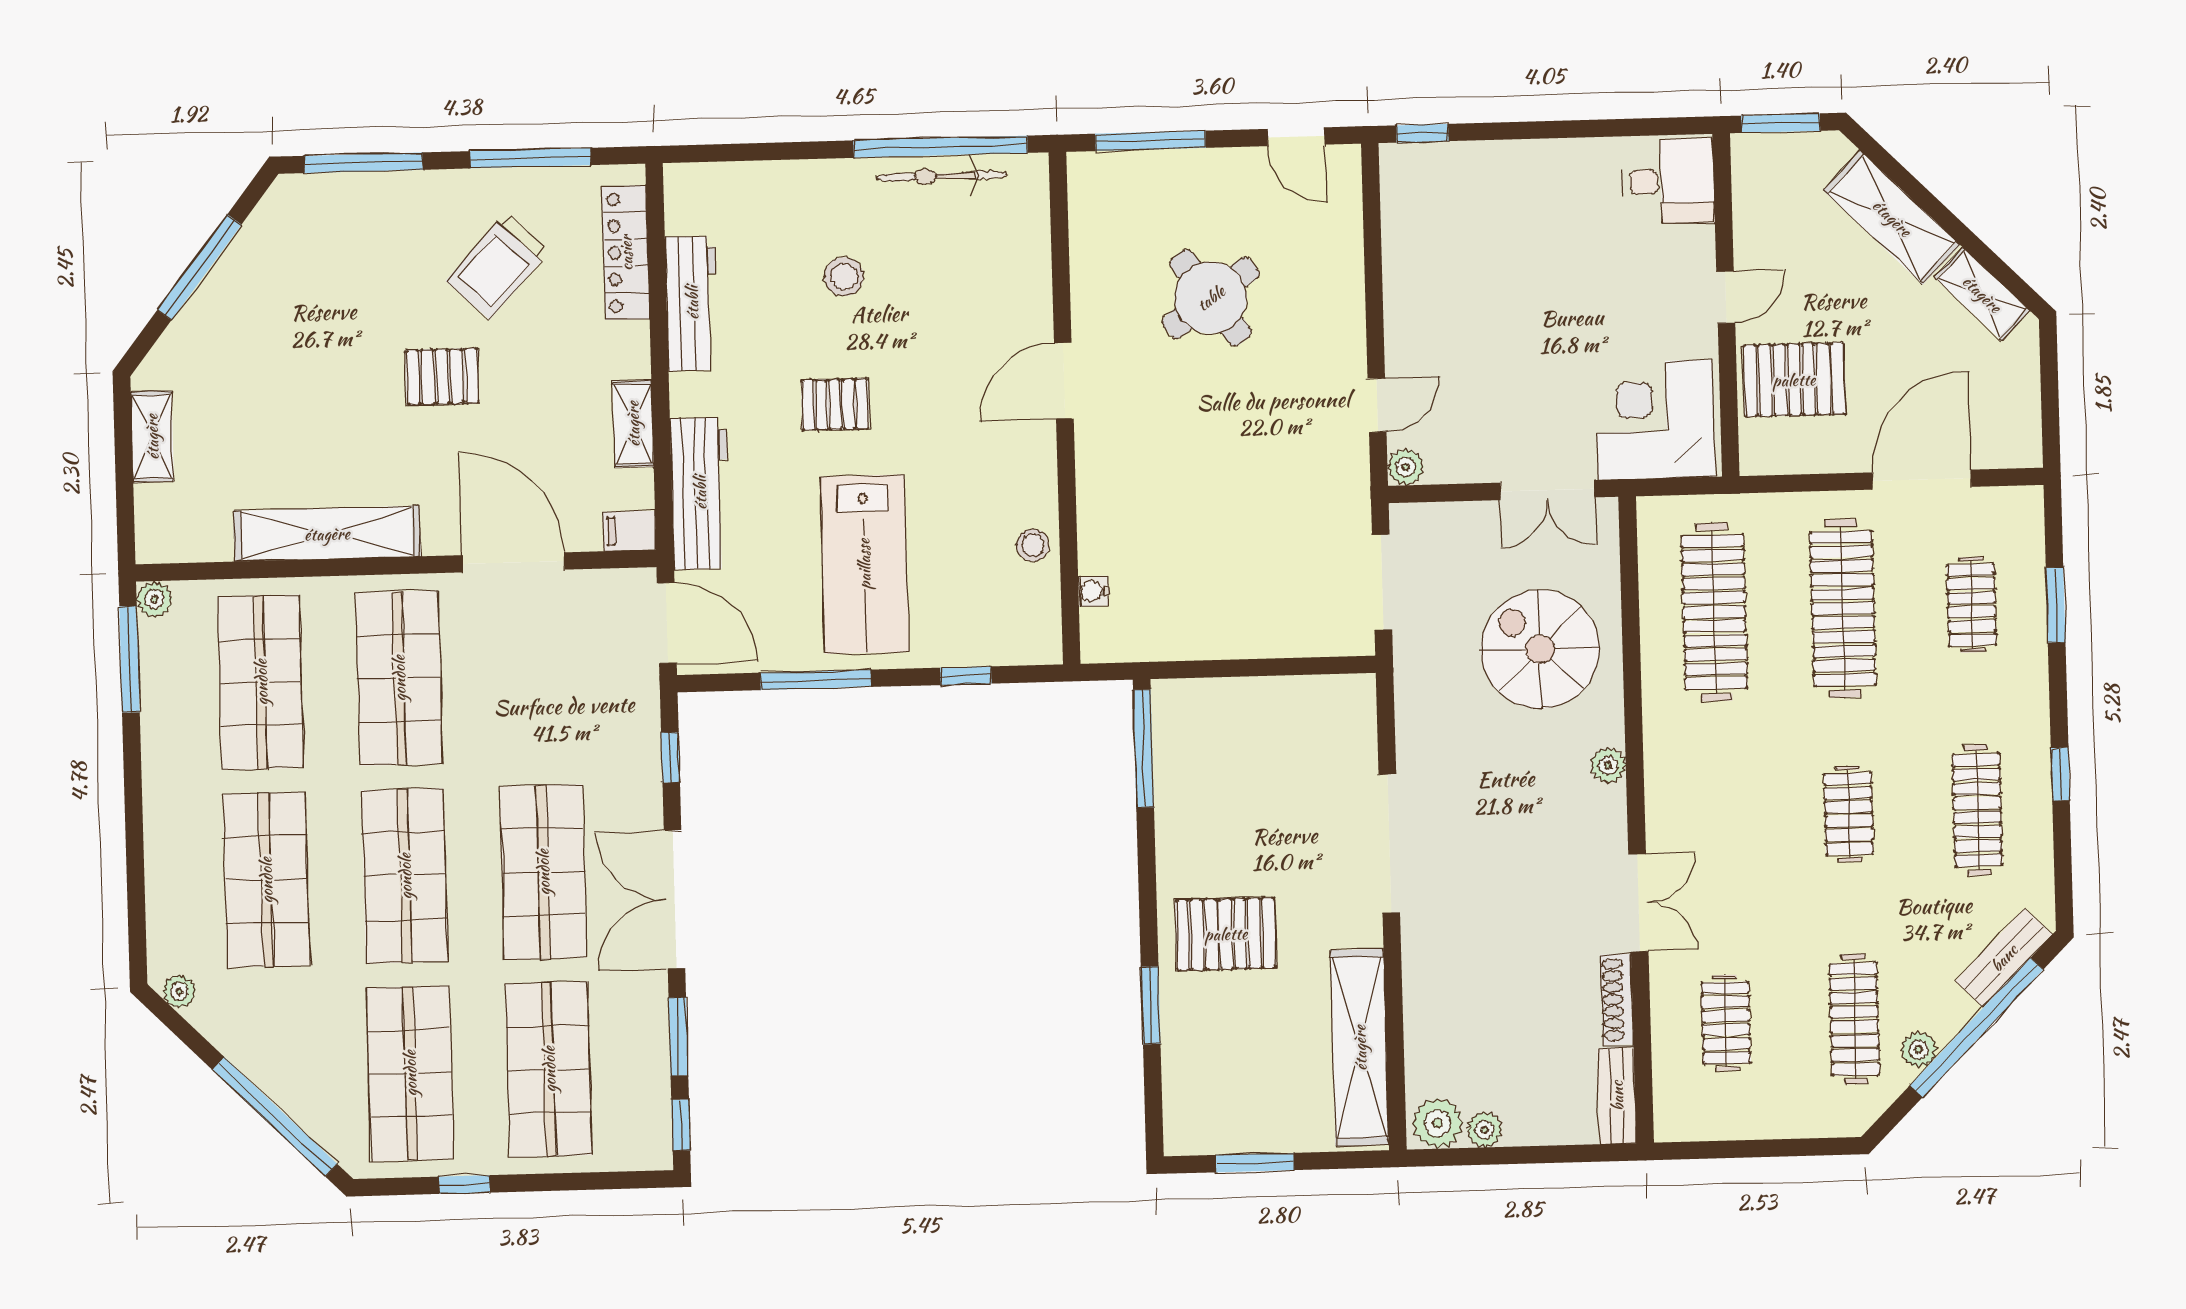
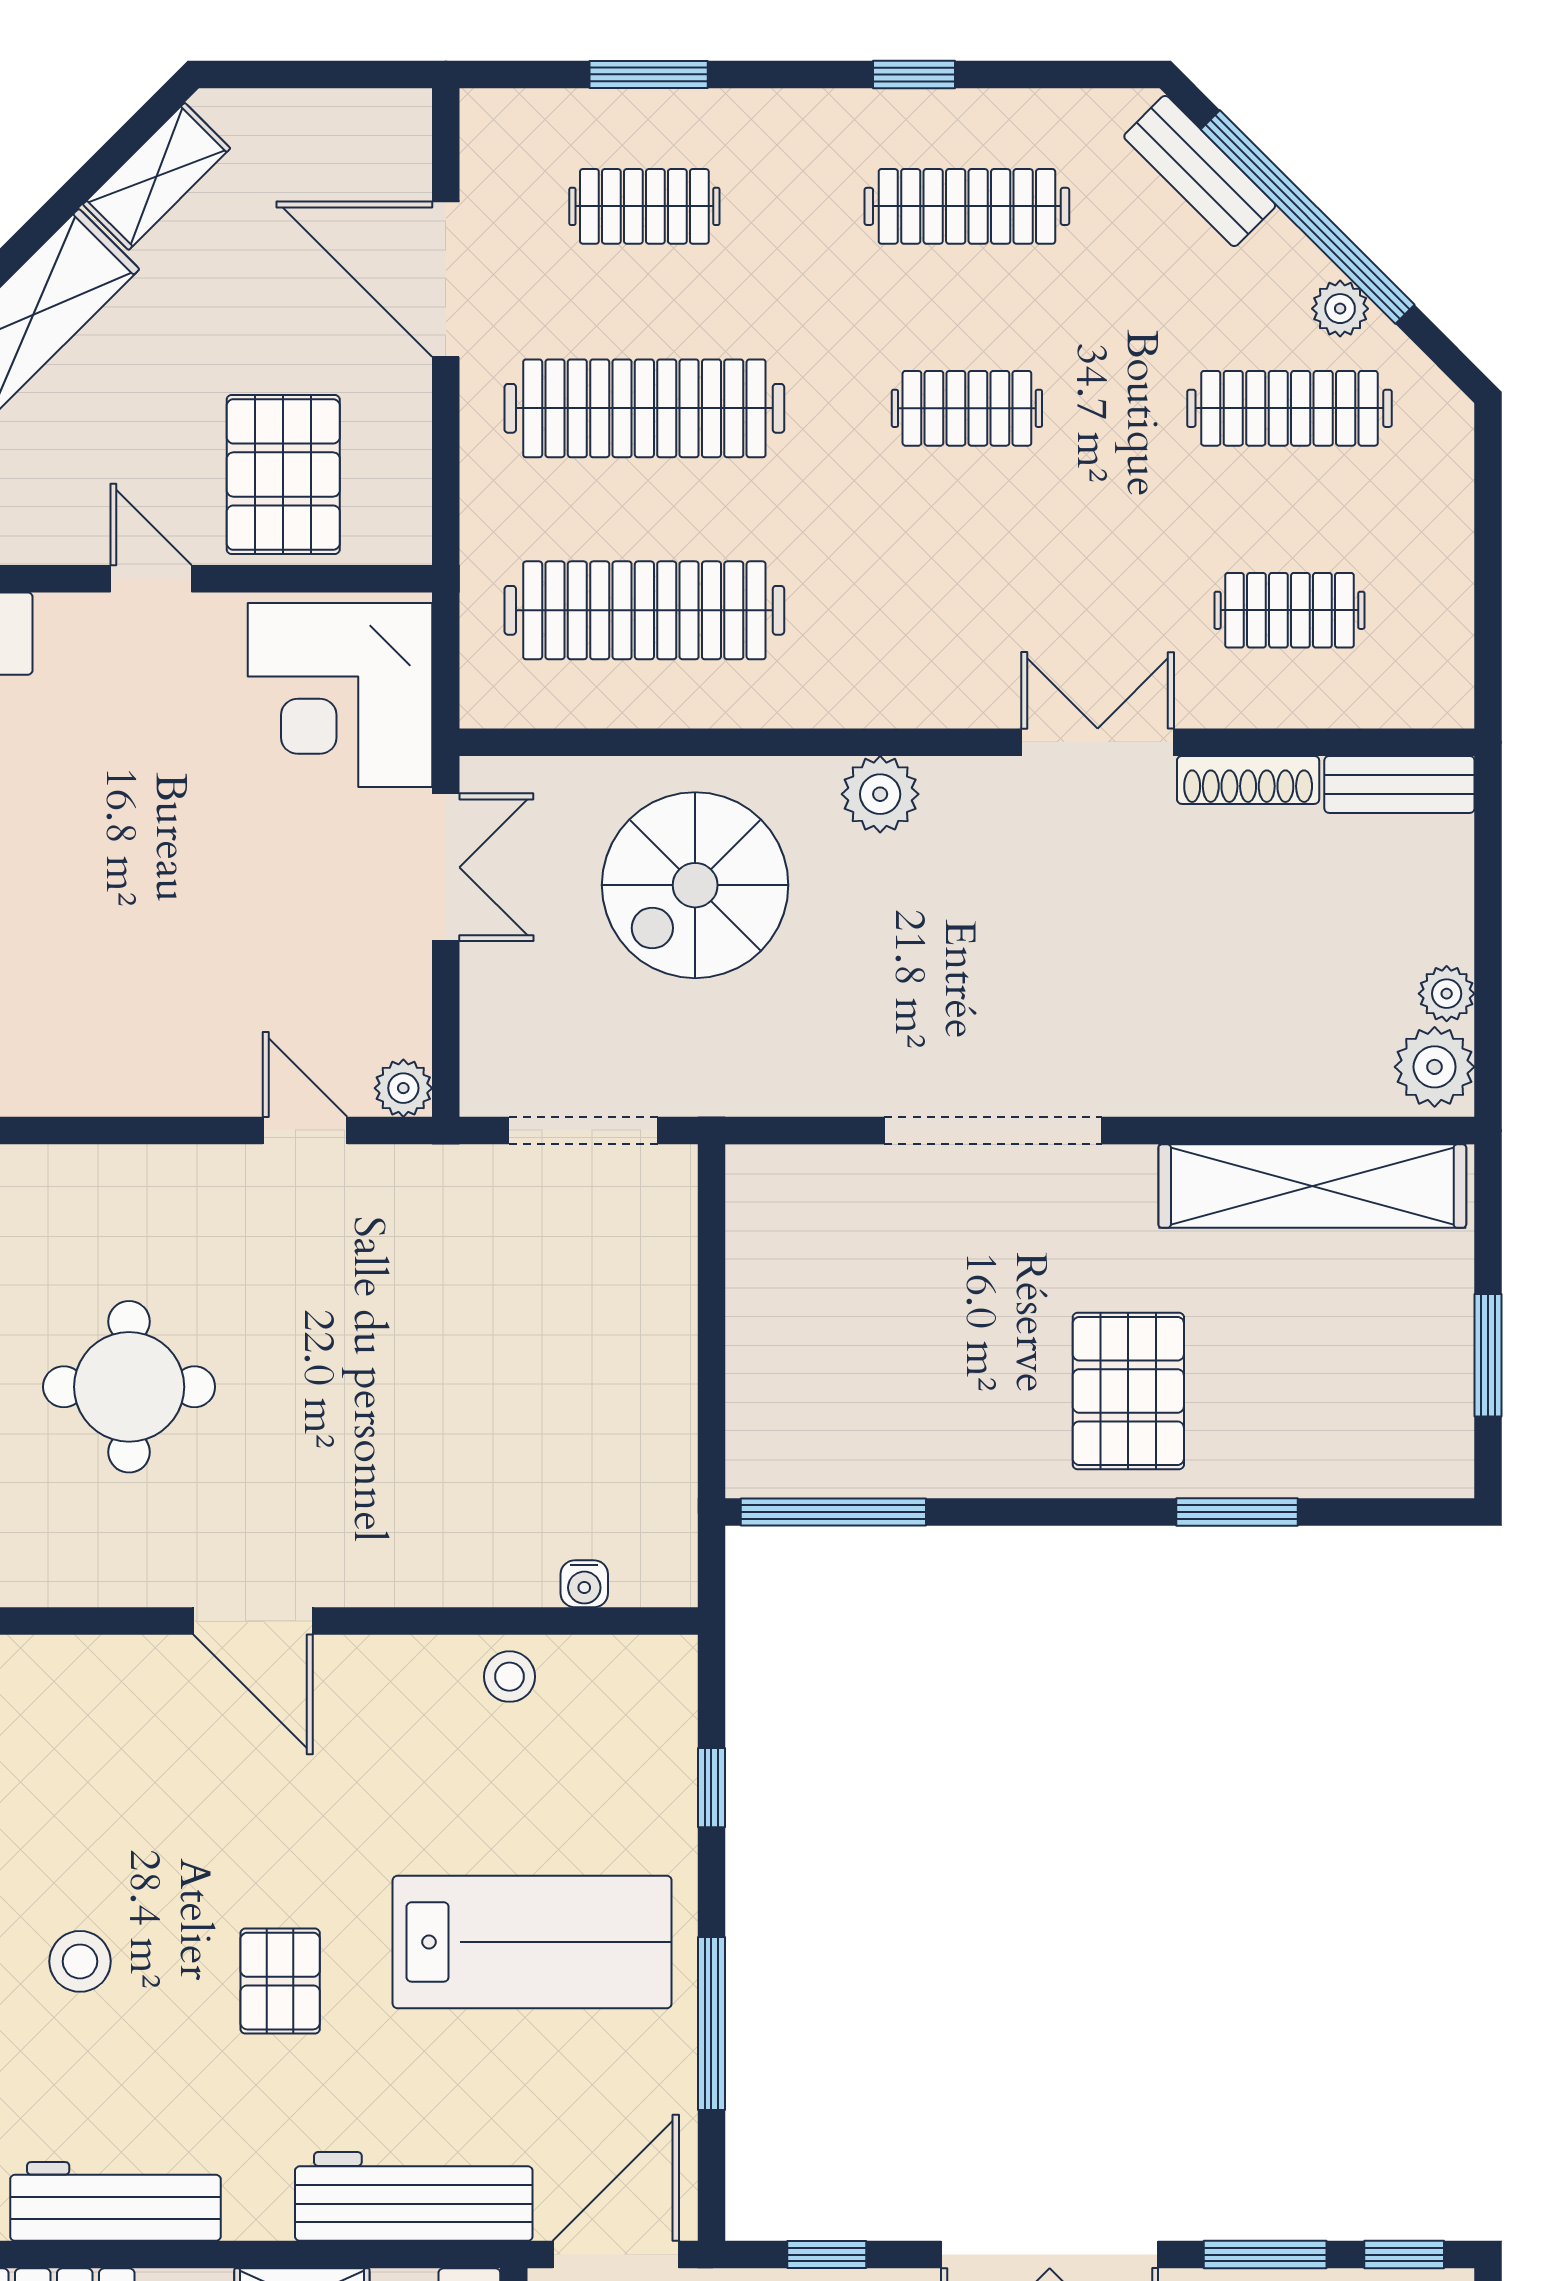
round table: (1211, 298) -> (129, 1387), turned 36
plant: (1608, 765) -> (880, 794), width x1.38, depth x1.38

